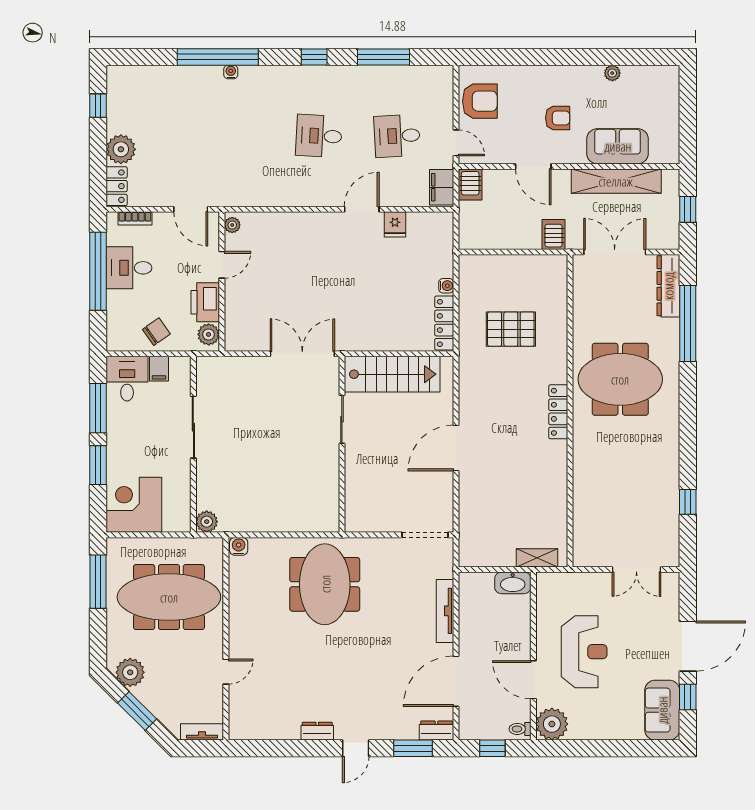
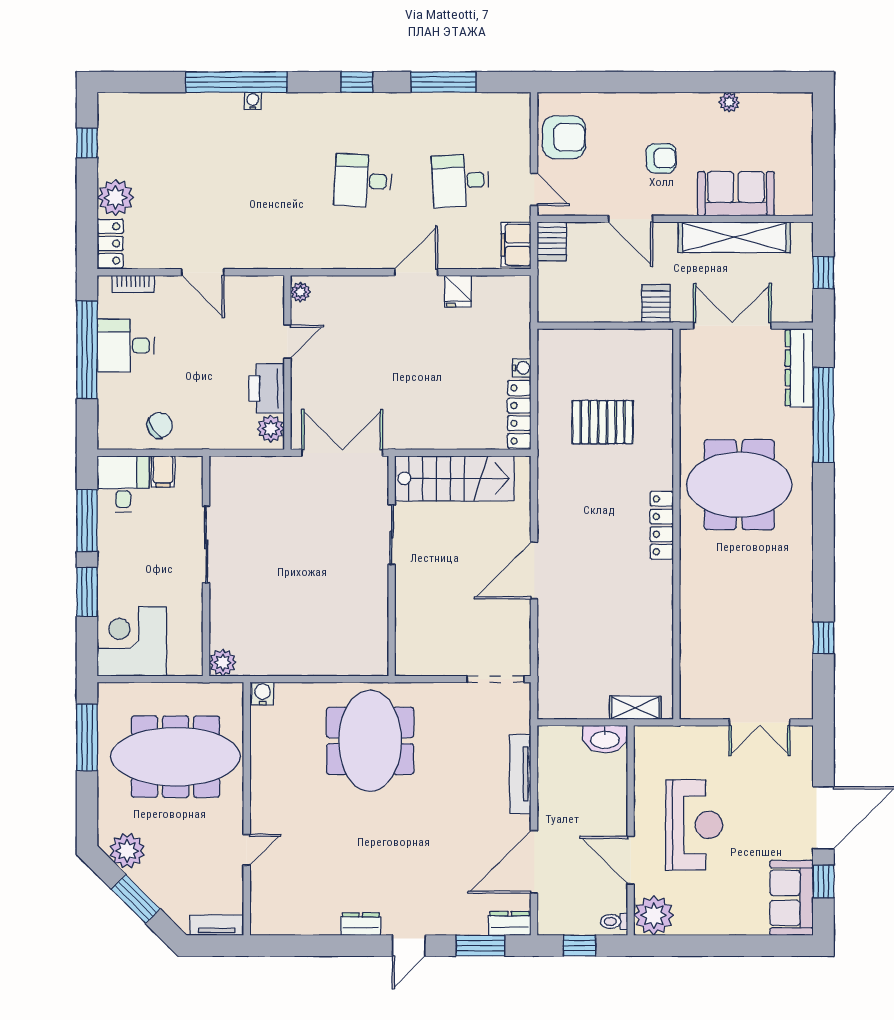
plant: (232, 225) -> (300, 292), moved
door: (222, 265) -> (287, 342), moved
wall: (222, 281) -> (287, 363), moved
printer: (205, 302) -> (267, 388), moved
plant: (209, 334) -> (271, 429), moved

